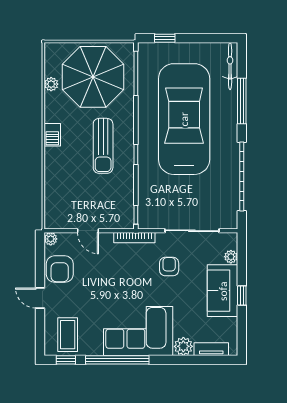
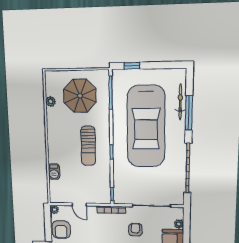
bicycle: (230, 66) -> (180, 102), moved
parasol: (93, 77) -> (80, 96), width x0.73, depth x0.73
car: (184, 119) -> (146, 126), turned 180
barbecue: (52, 135) -> (54, 172), moved

